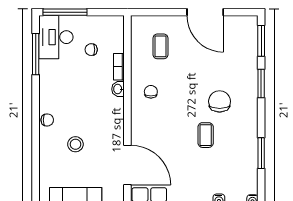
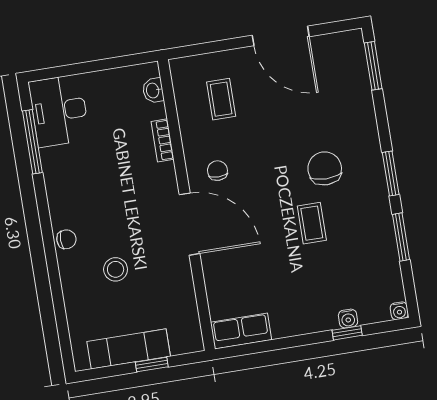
window: (65, 12) -> (67, 71), removed
chair: (91, 50) -> (116, 121), removed
window: (261, 83) -> (391, 174), moved
washbasin: (118, 89) -> (153, 90), moved
door: (127, 165) -> (190, 224), moved

